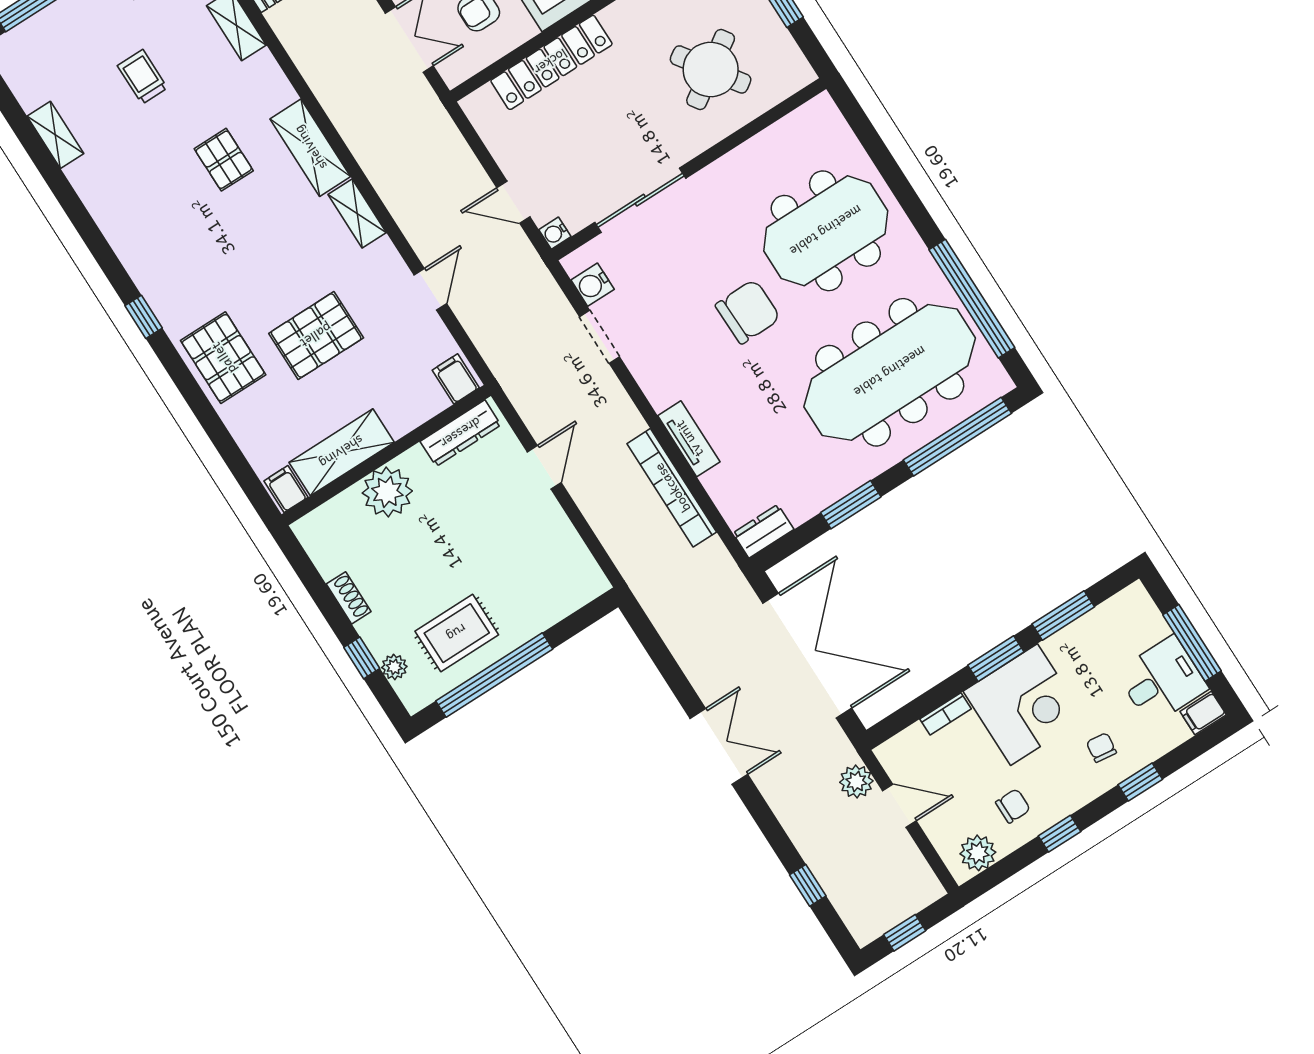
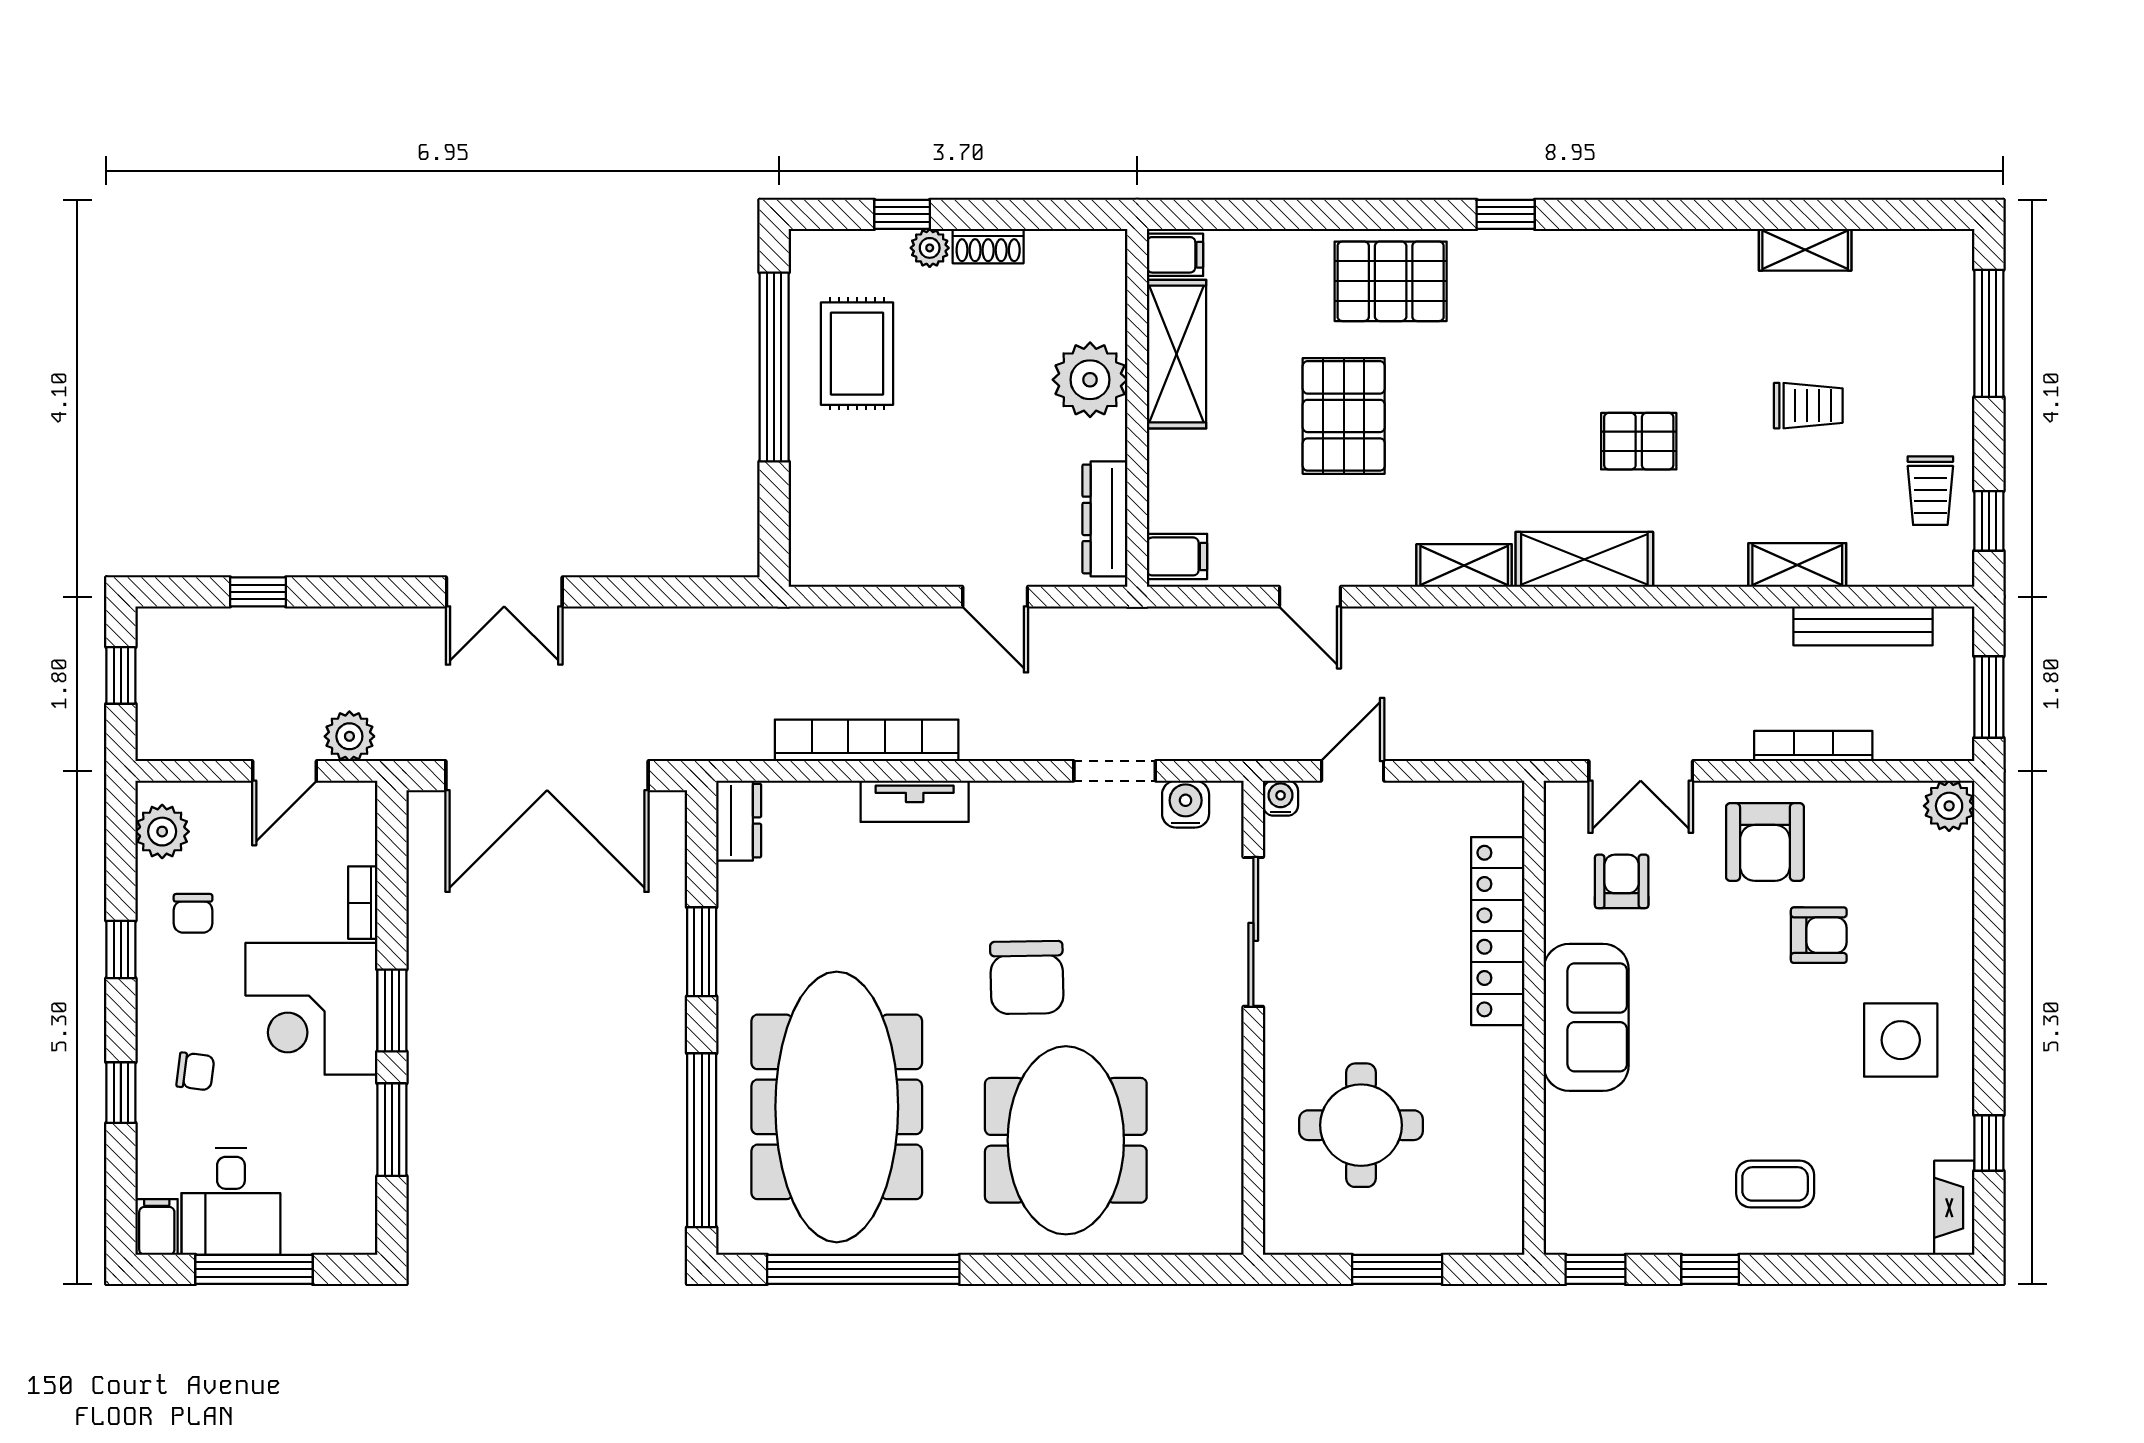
round table: (711, 69) -> (1361, 1125), turned 34
plant: (394, 667) -> (930, 248), moved

